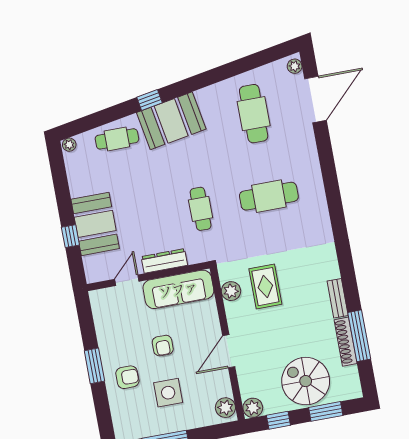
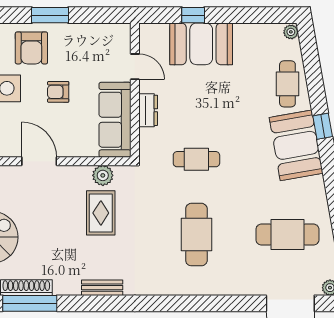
dresser: (164, 261) -> (148, 110), width x0.70
rug: (265, 287) -> (101, 213), turned 90
bench: (338, 298) -> (102, 288), moved
armchair: (127, 377) -> (31, 48), width x1.38, depth x1.38

